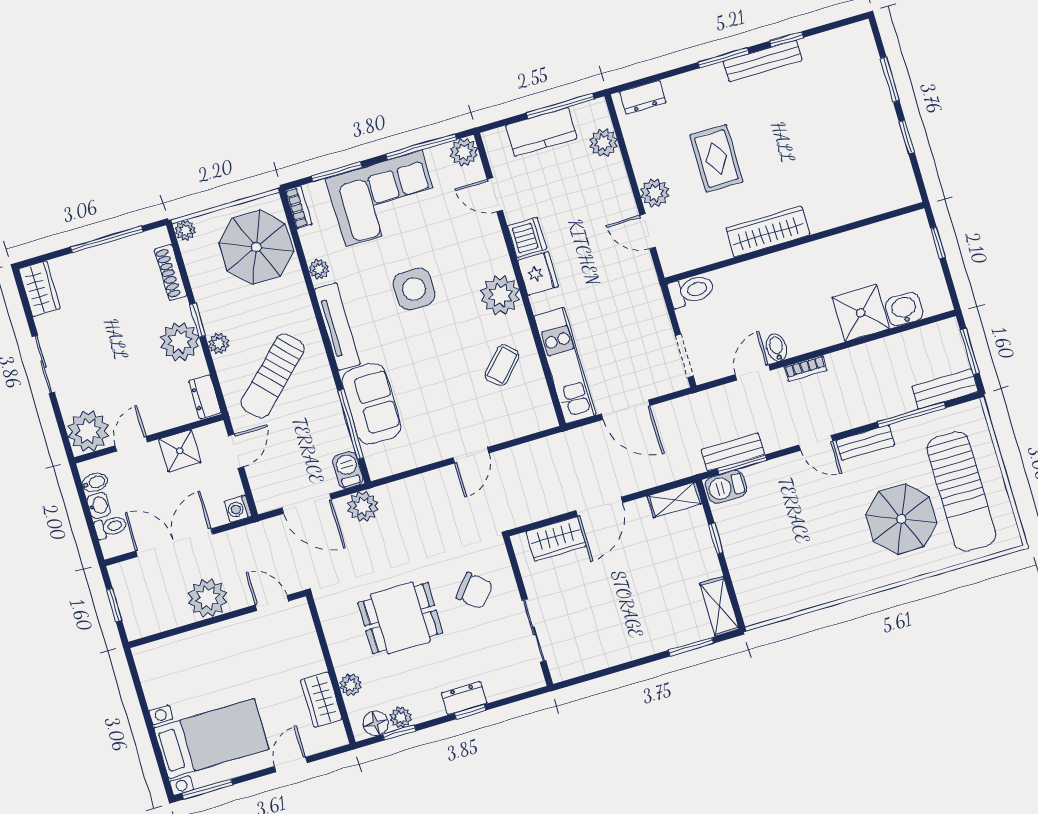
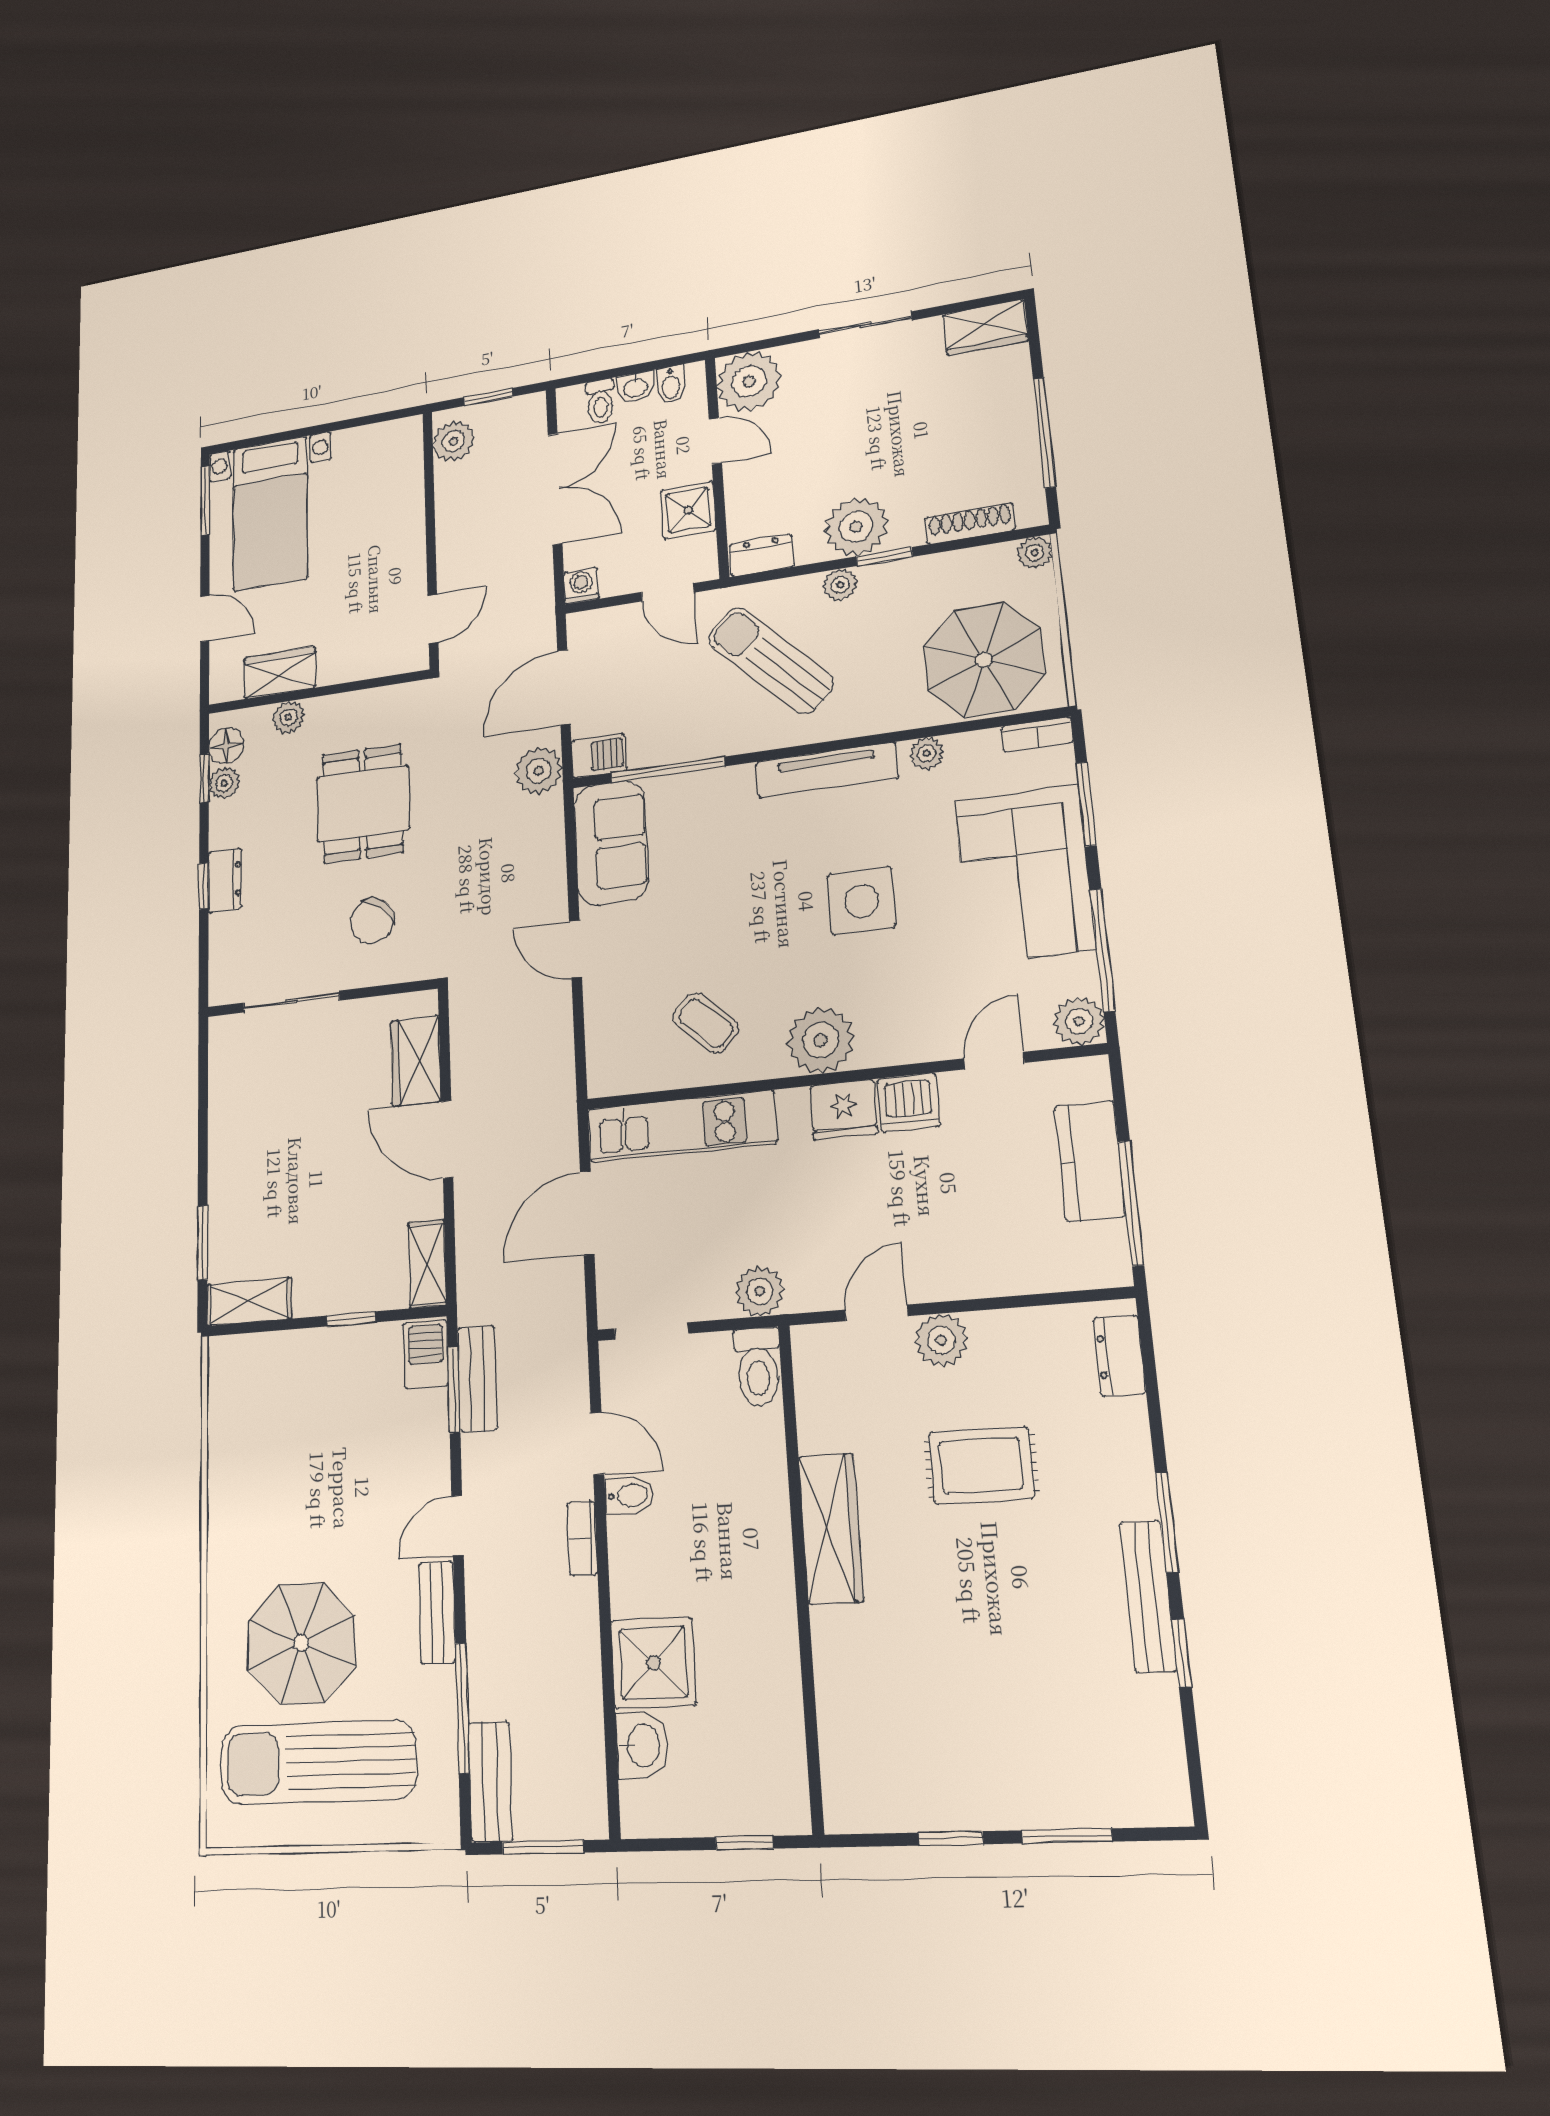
plant: (603, 143) -> (760, 1291), moved
sofa: (371, 404) -> (611, 843), moved, turned -90
plant: (208, 598) -> (454, 441), moved, width x0.73, depth x0.73

